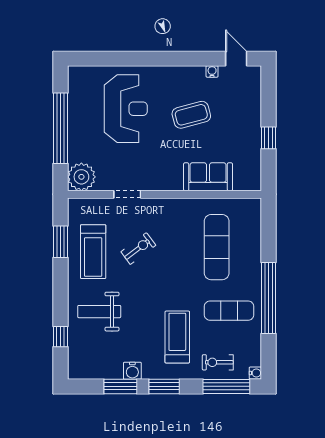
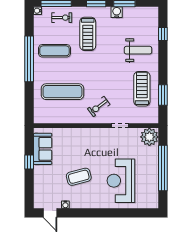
sofa: (208, 177) -> (43, 149), moved, turned -90
exercise mat: (217, 247) -> (62, 92), turned 90
exercise bike: (138, 249) -> (99, 107), moved

